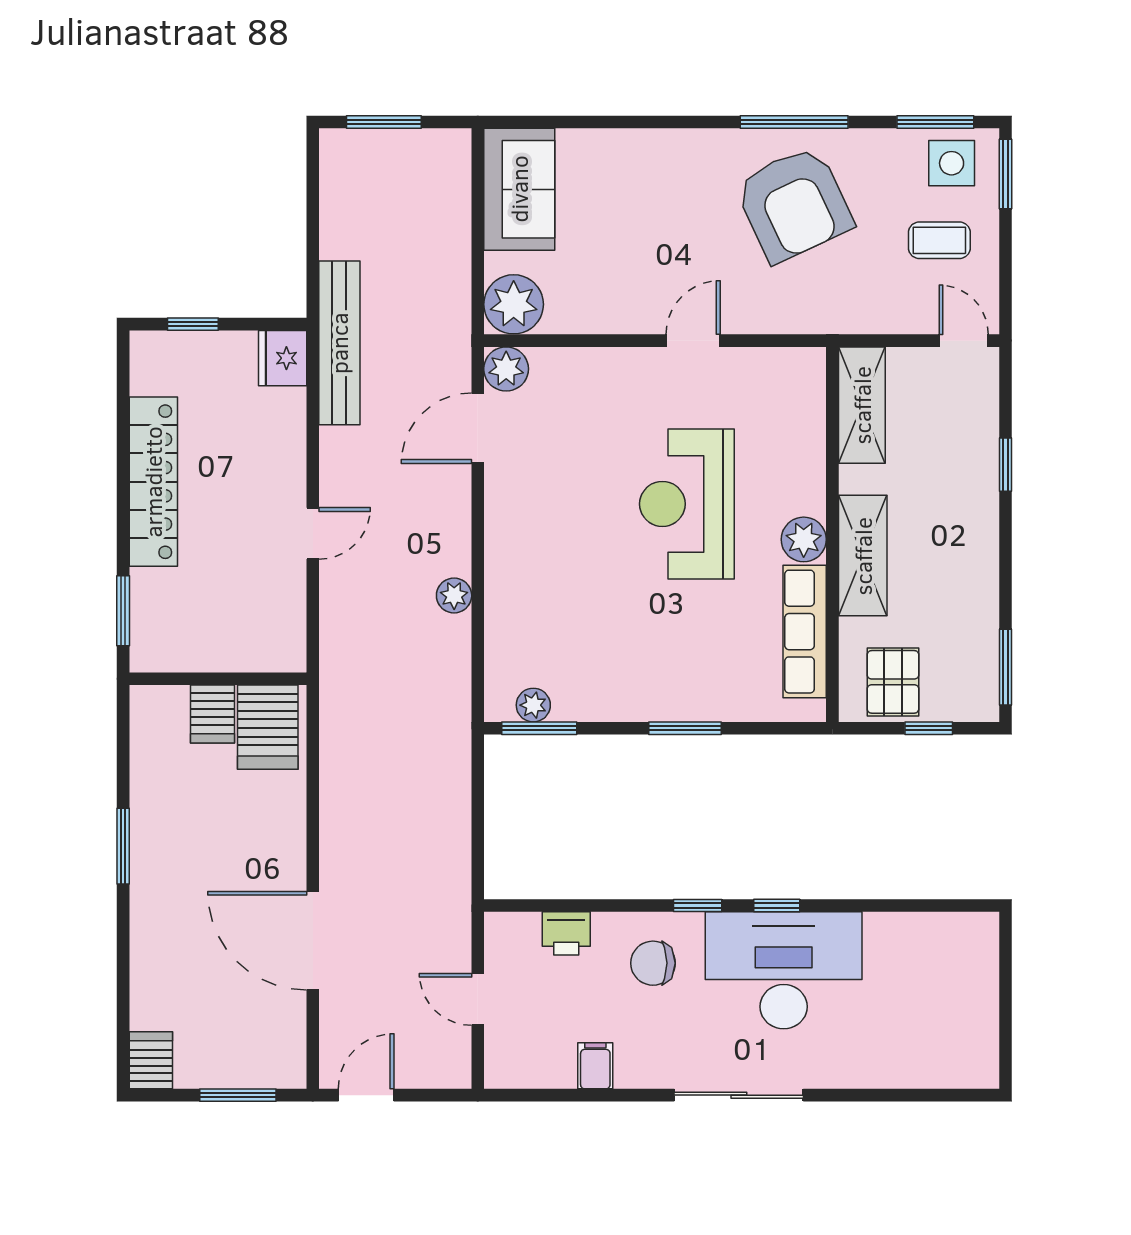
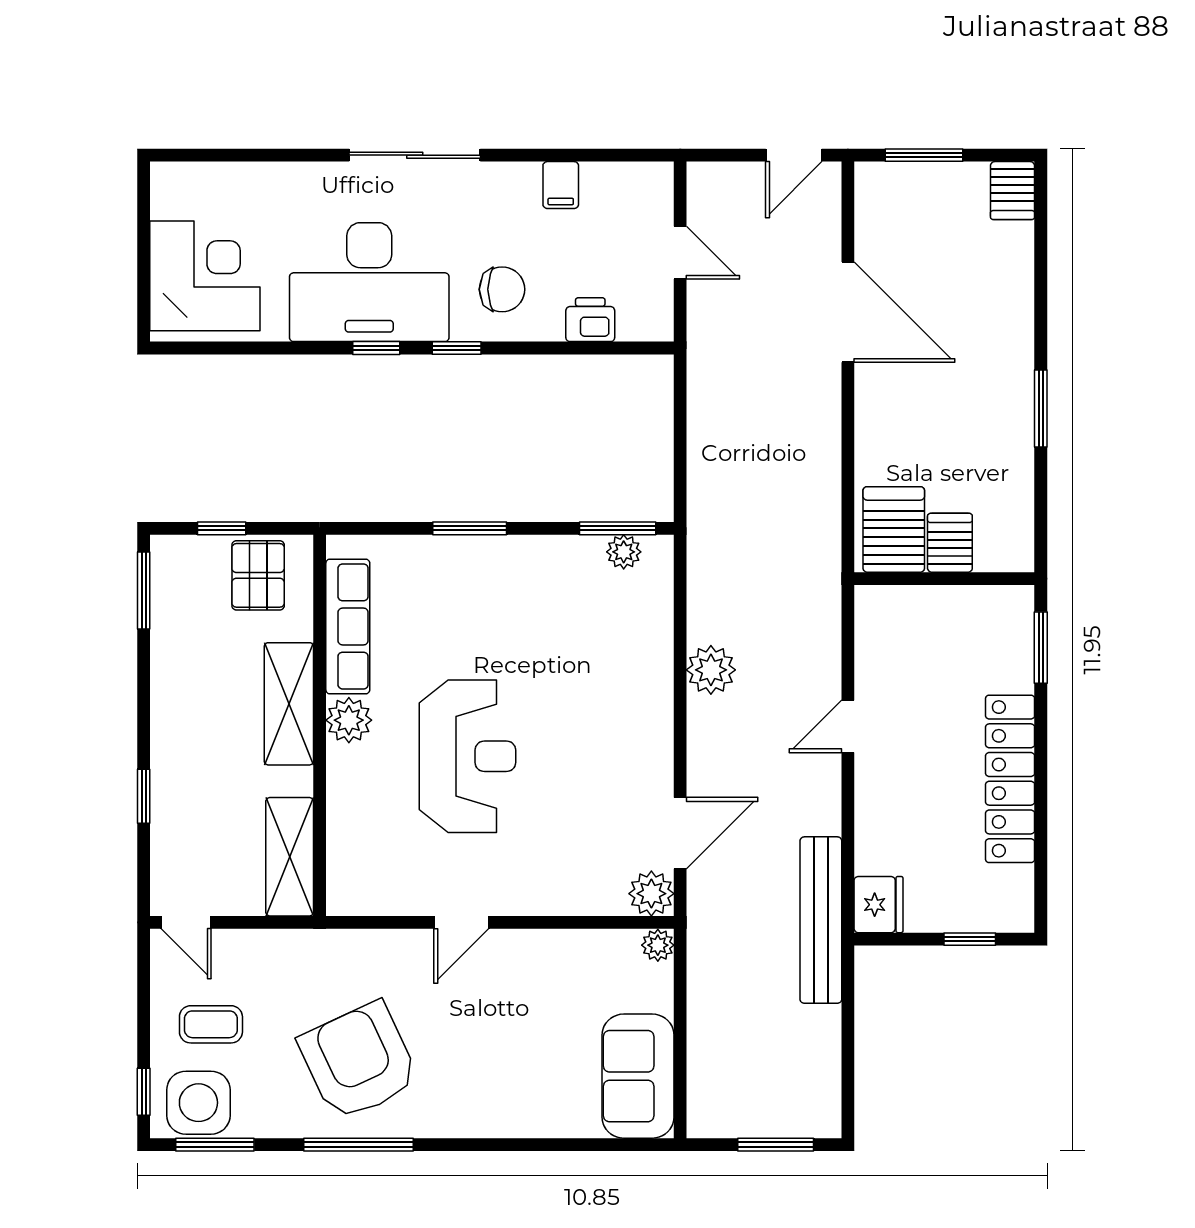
side table: (952, 163) -> (198, 1103), width x1.37, depth x1.37
window: (1006, 174) -> (144, 1092), width x0.67
plant: (514, 304) -> (658, 945), width x0.53, depth x0.53
plant: (454, 596) -> (711, 670), width x1.38, depth x1.38
corner desk: (945, 976) -> (205, 276), added

